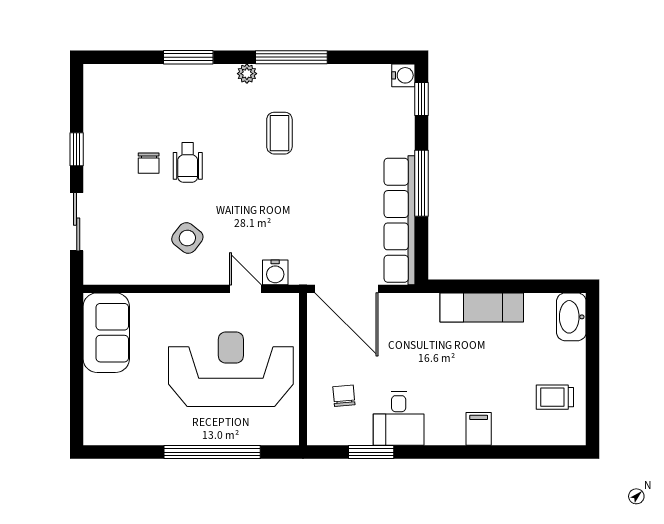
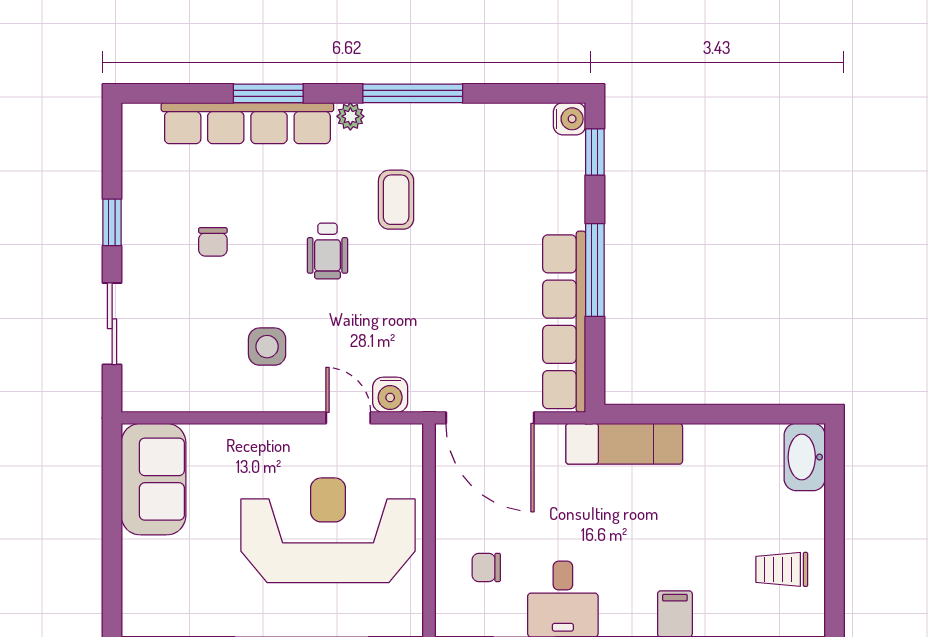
row of seats: (173, 78) -> (247, 123), added
wheelchair: (188, 163) -> (327, 251), moved
side table: (187, 238) -> (267, 347), turned -38
exam couch: (482, 307) -> (624, 444), moved
chair: (344, 396) -> (486, 567), turned -85

